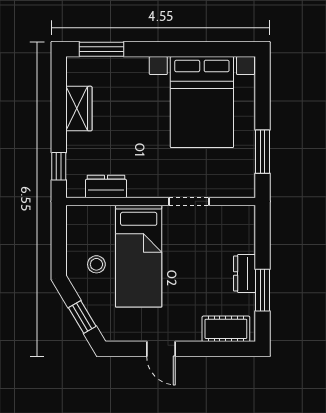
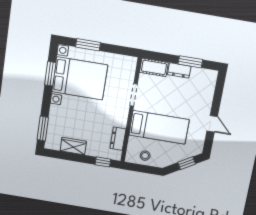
window: (201, 49) -> (50, 74), added
window: (263, 152) -> (88, 45), moved
stool: (96, 264) -> (145, 156), moved
cot: (226, 329) -> (154, 67), moved, turned 90
door: (161, 349) -> (212, 124), hinge flipped

